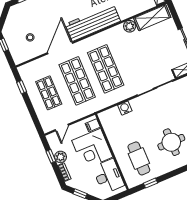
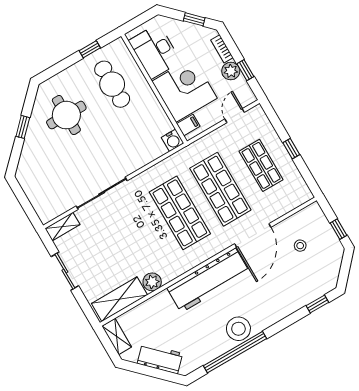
window: (22, 87) -> (291, 149), moved
water cooler: (125, 108) -> (173, 140), moved

